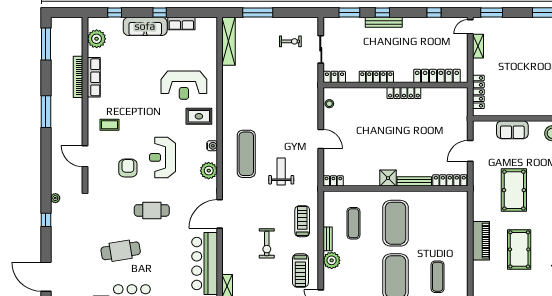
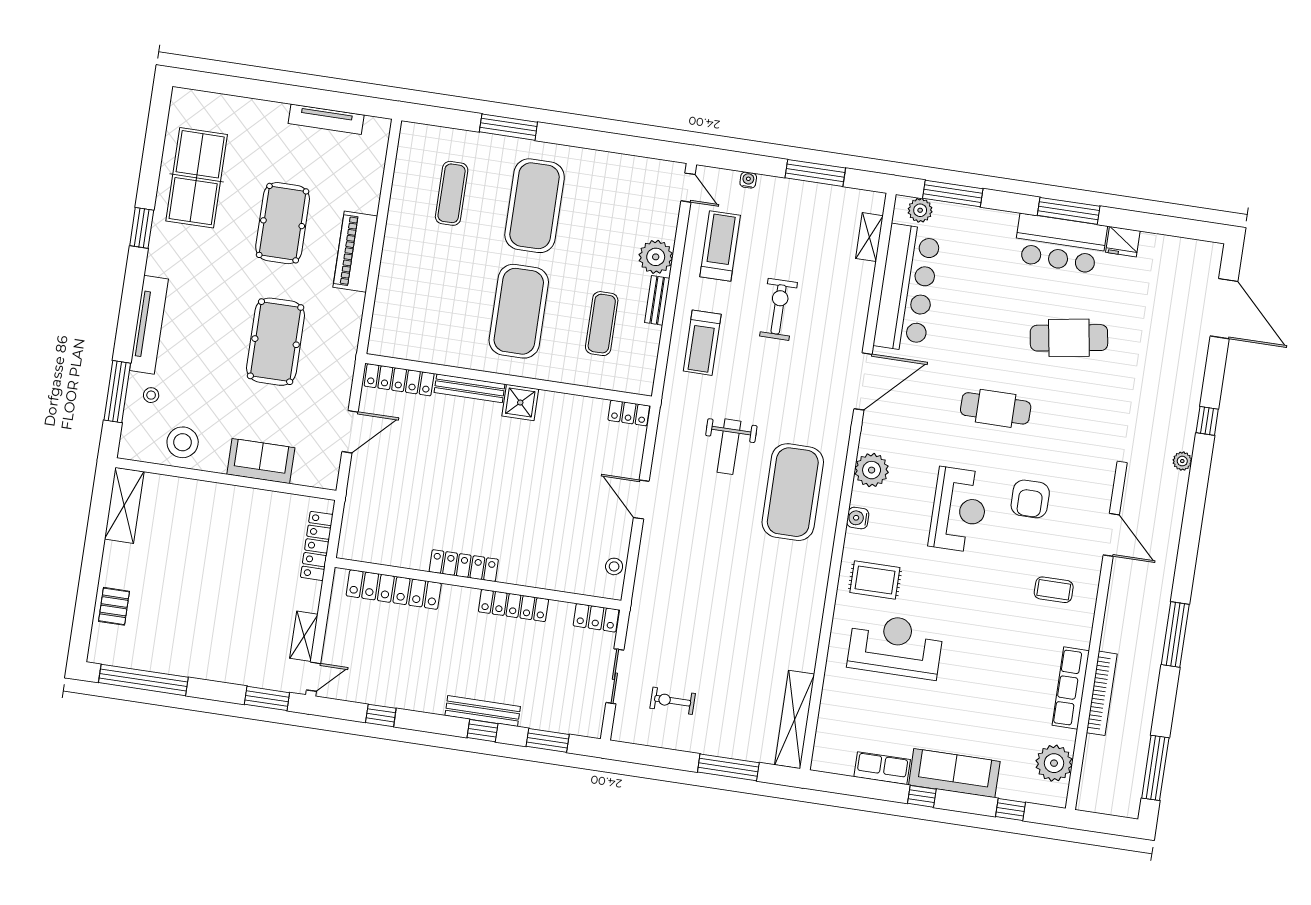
exercise mat: (246, 154) -> (793, 492), width x1.47

